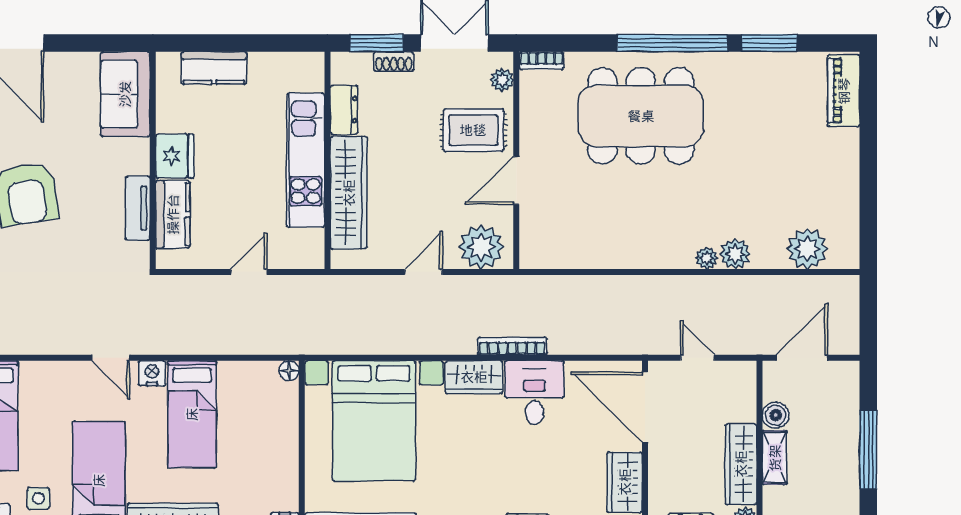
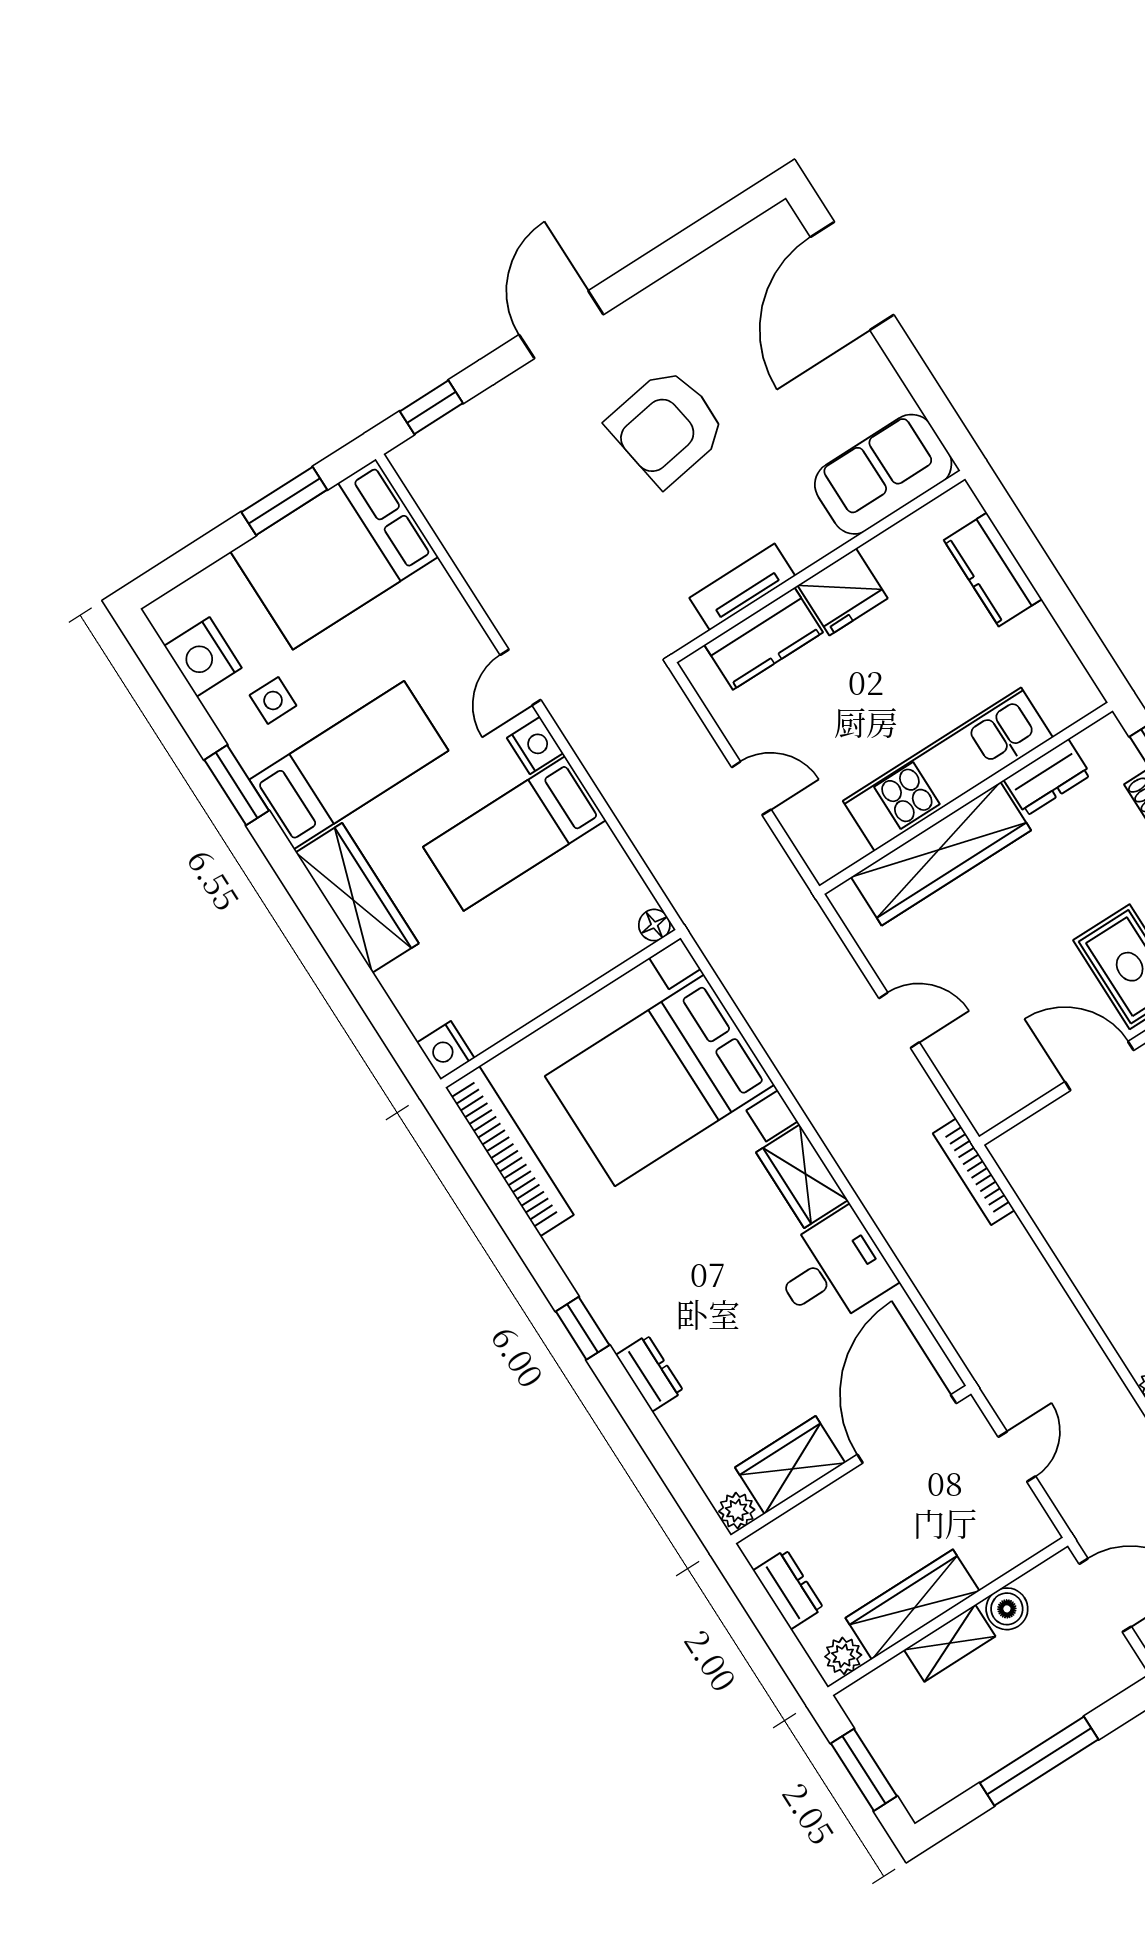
plant: (481, 247) -> (981, 1076), removed
bookcase: (512, 346) -> (974, 1172), moved, turned 180

